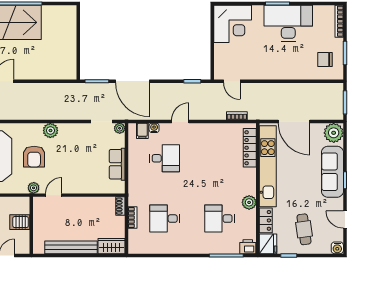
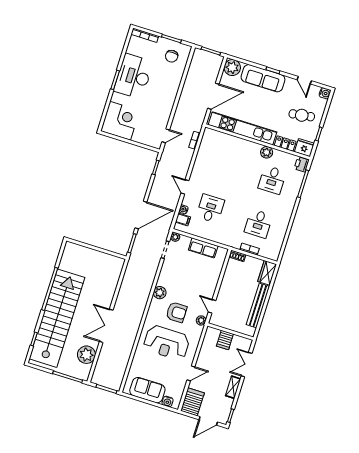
locker: (250, 148) -> (223, 138), removed
door: (345, 220) -> (304, 80), hinge flipped

